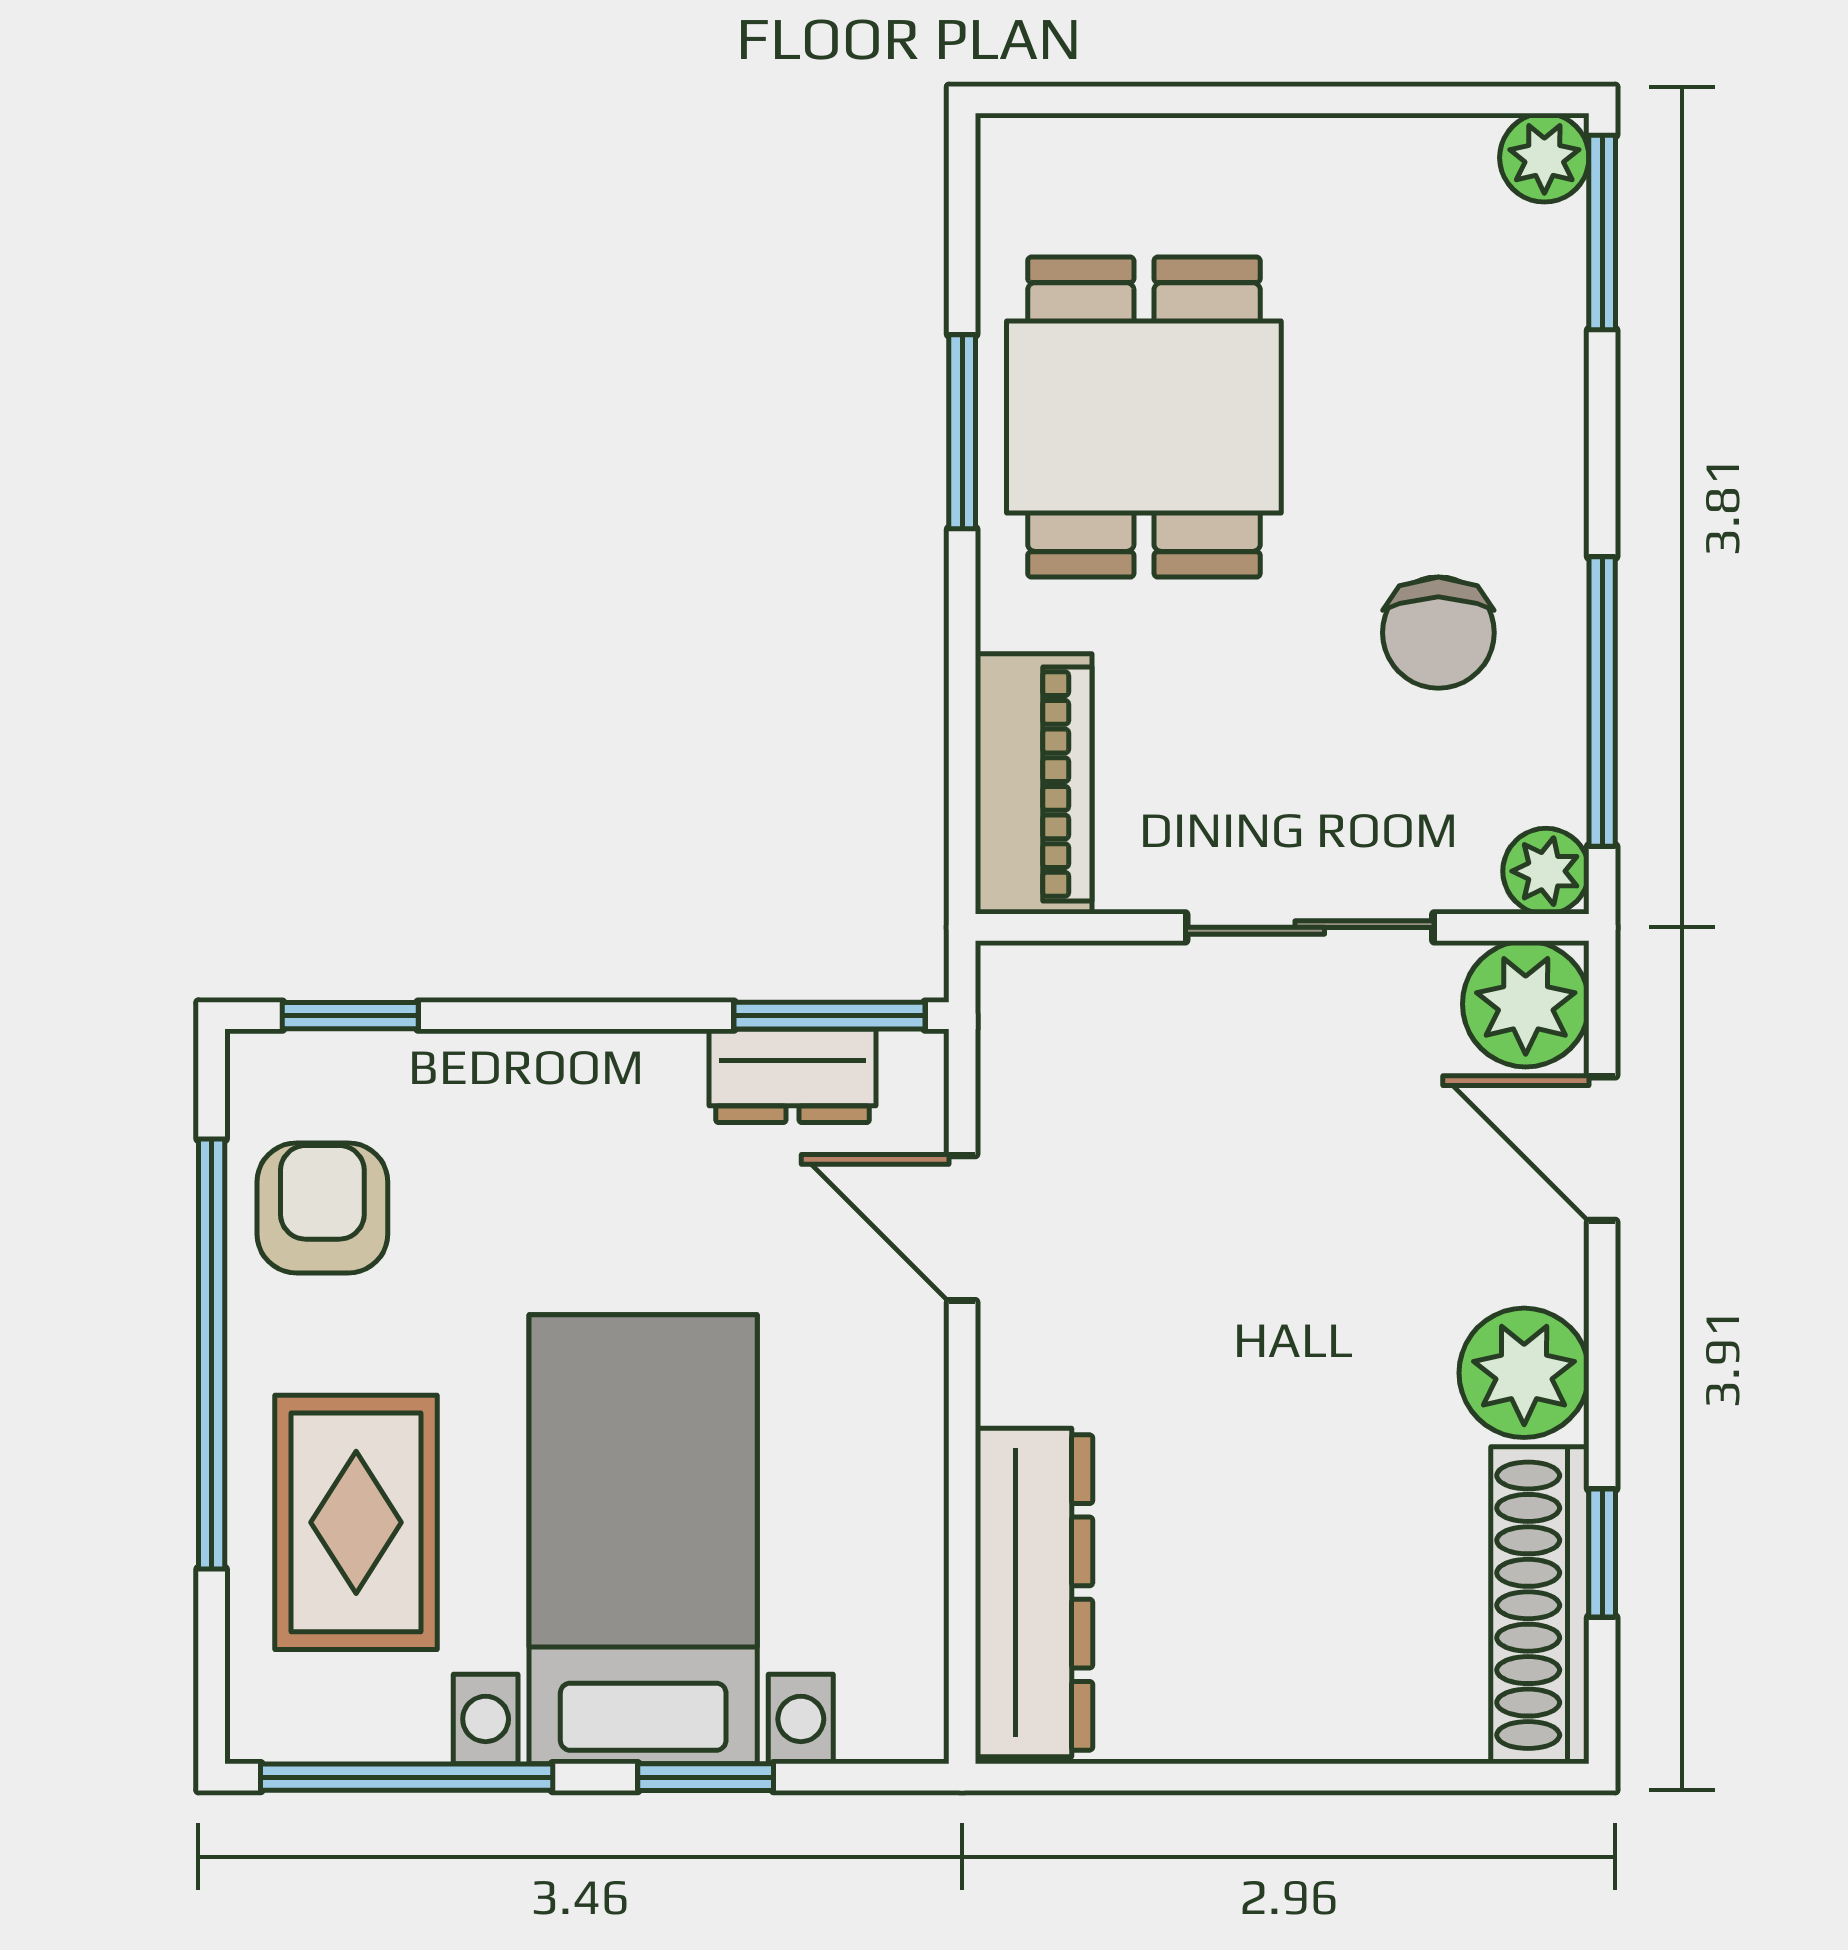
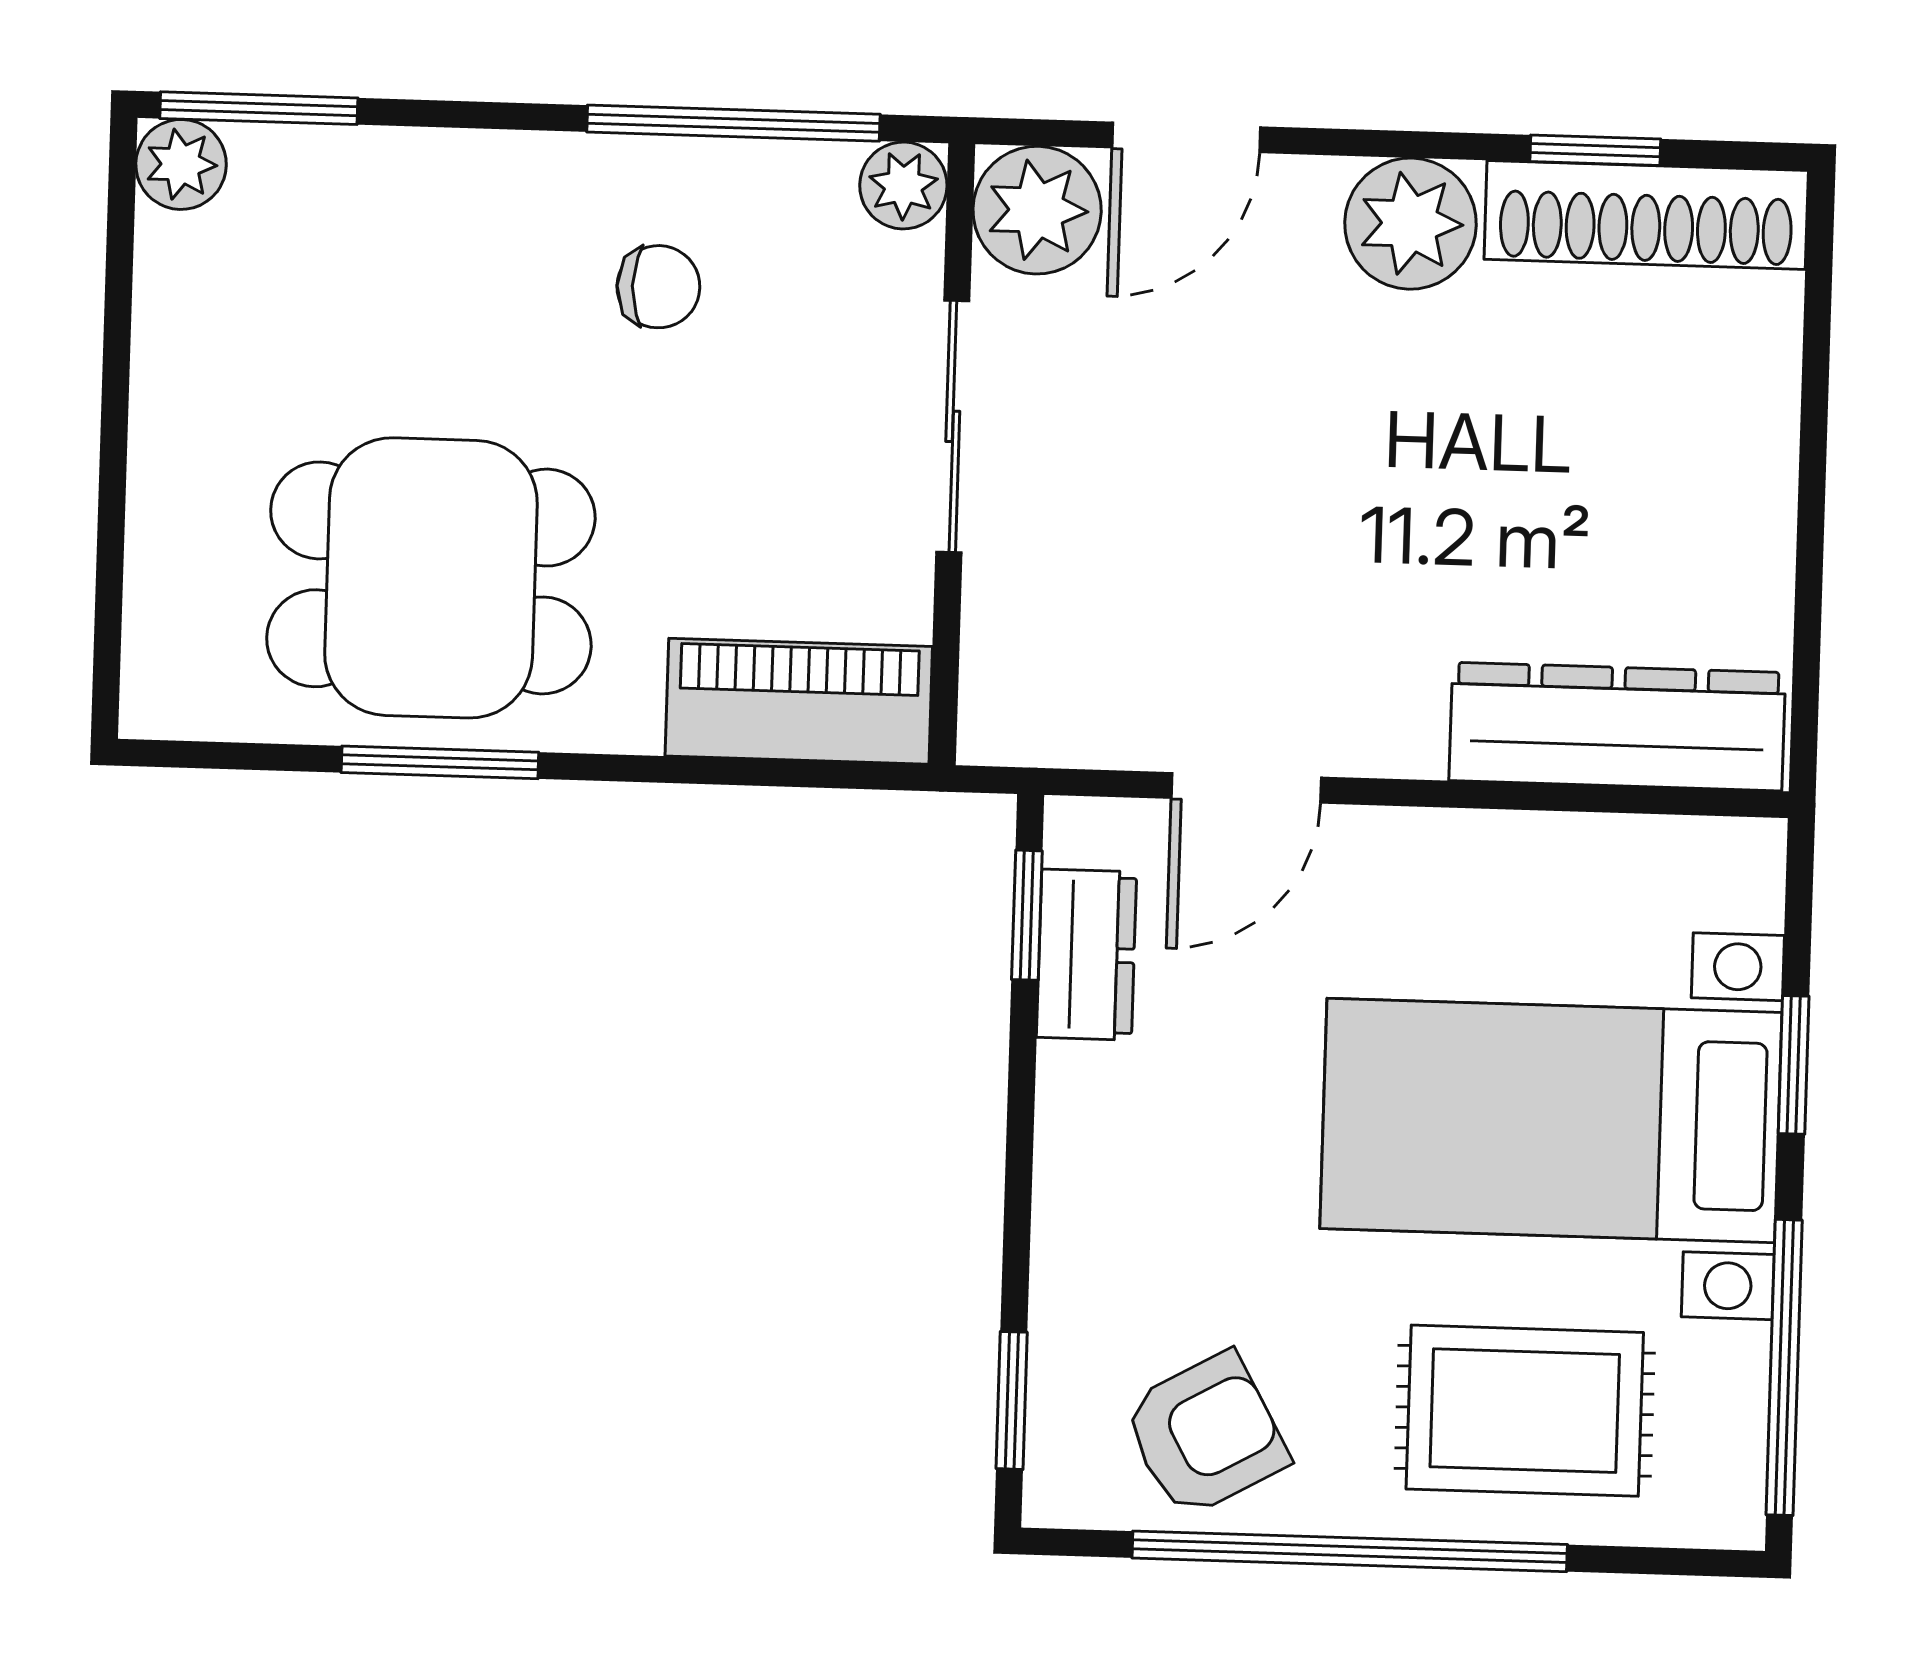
chair: (1438, 633) -> (658, 287), width x0.73, depth x0.73
window: (830, 1016) -> (1027, 915), width x0.67
armchair: (322, 1208) -> (1205, 1435), turned 151

